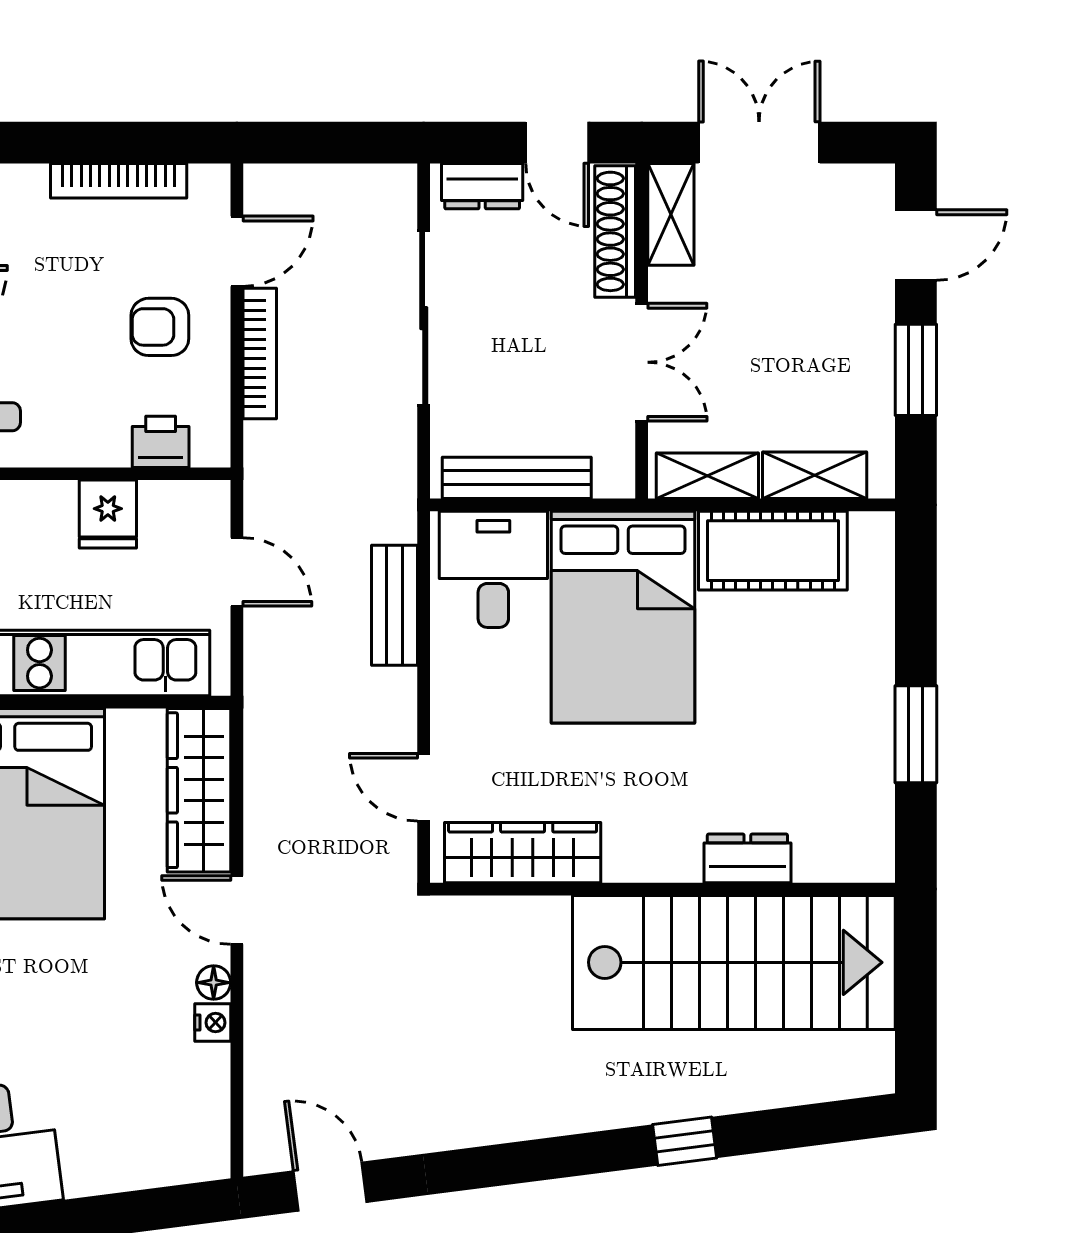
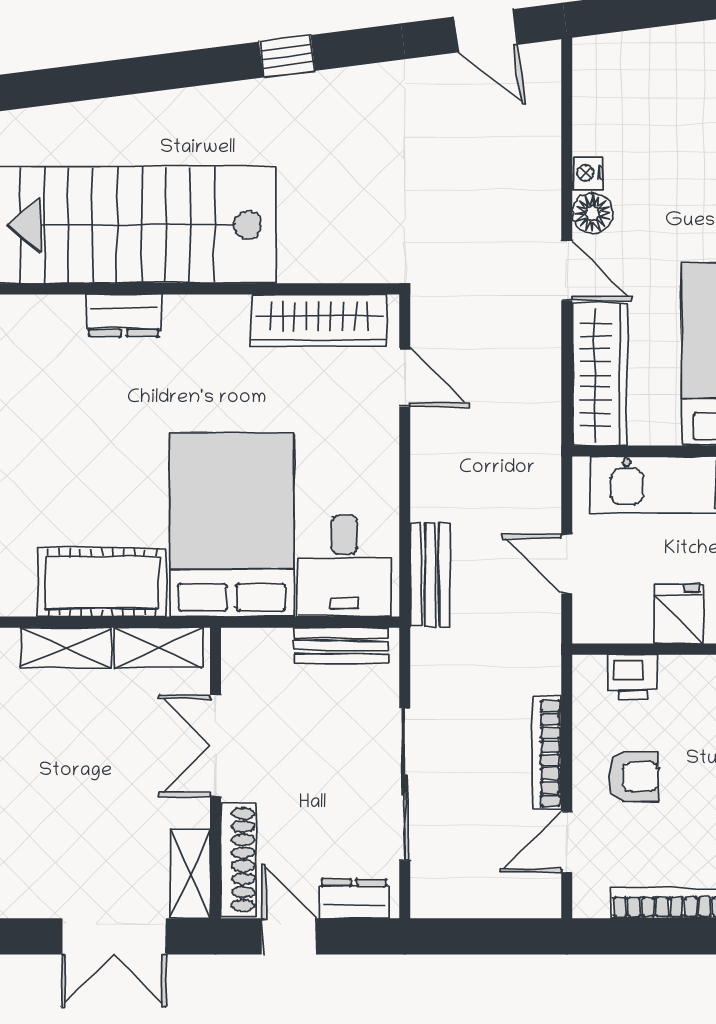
bench: (517, 478) -> (341, 646), width x0.73
bench: (395, 605) -> (430, 575), moved
floor lamp: (214, 983) -> (592, 213), width x1.37, depth x1.37
window: (685, 1141) -> (287, 56), moved

